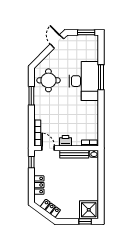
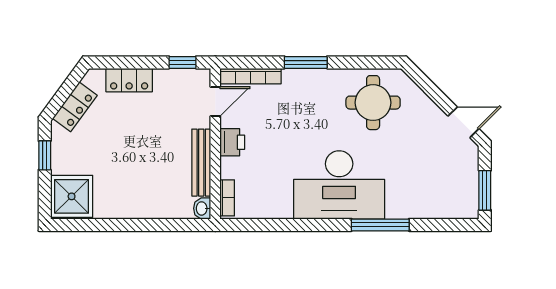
desk: (84, 81) -> (339, 185), moved
window: (31, 96) -> (306, 62), moved
window: (85, 221) -> (45, 155), moved

